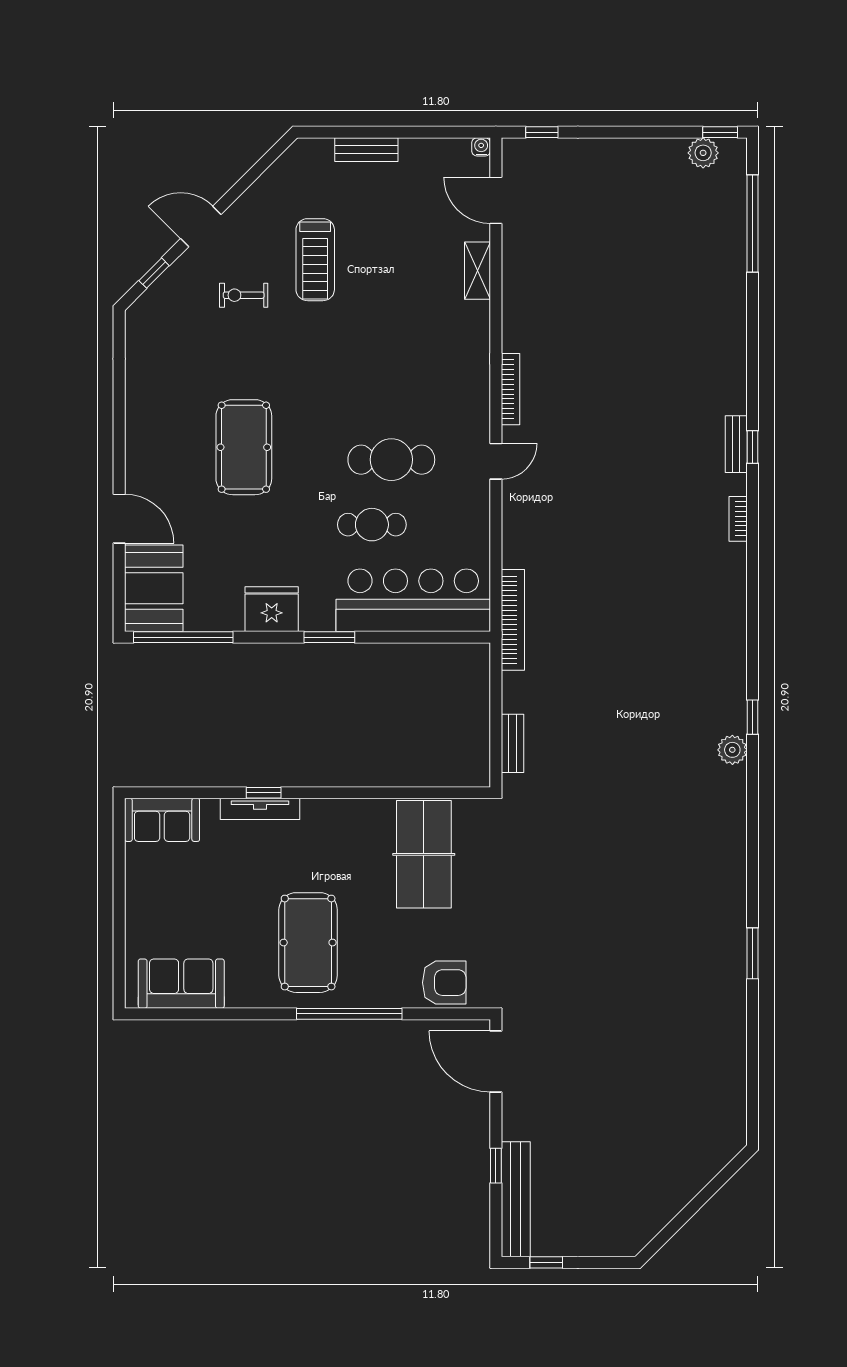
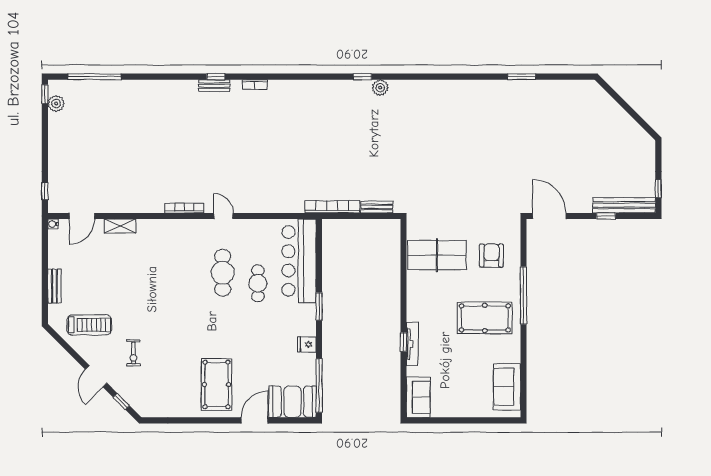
treadmill: (315, 260) -> (89, 325), moved
pool table: (244, 447) -> (216, 385), moved, turned 90
fridge: (272, 609) -> (307, 344), width x0.53, depth x0.75
bookcase: (513, 620) -> (332, 207), moved
window: (753, 953) -> (522, 77), moved
armchair: (444, 983) -> (491, 255), moved
door: (496, 1061) -> (549, 216), swing flipped

